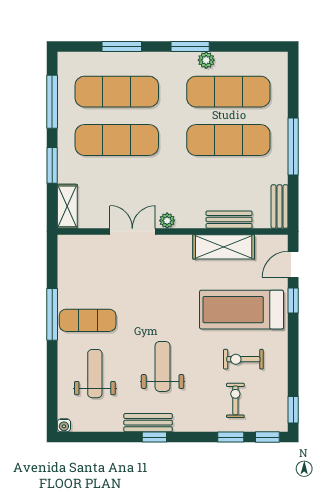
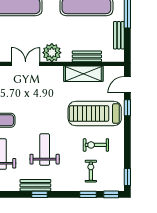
bench: (280, 207) -> (119, 35), moved
plant: (167, 221) -> (52, 53), width x1.87, depth x1.87

